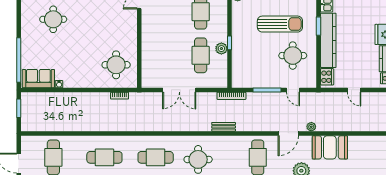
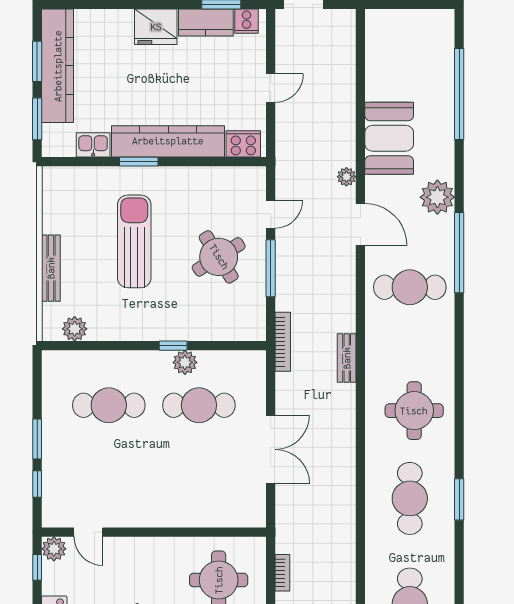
round table: (293, 56) -> (219, 257), moved, turned -32

